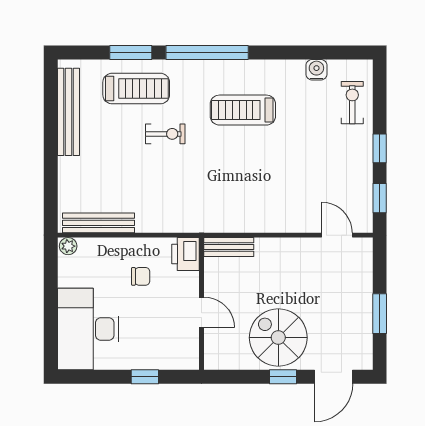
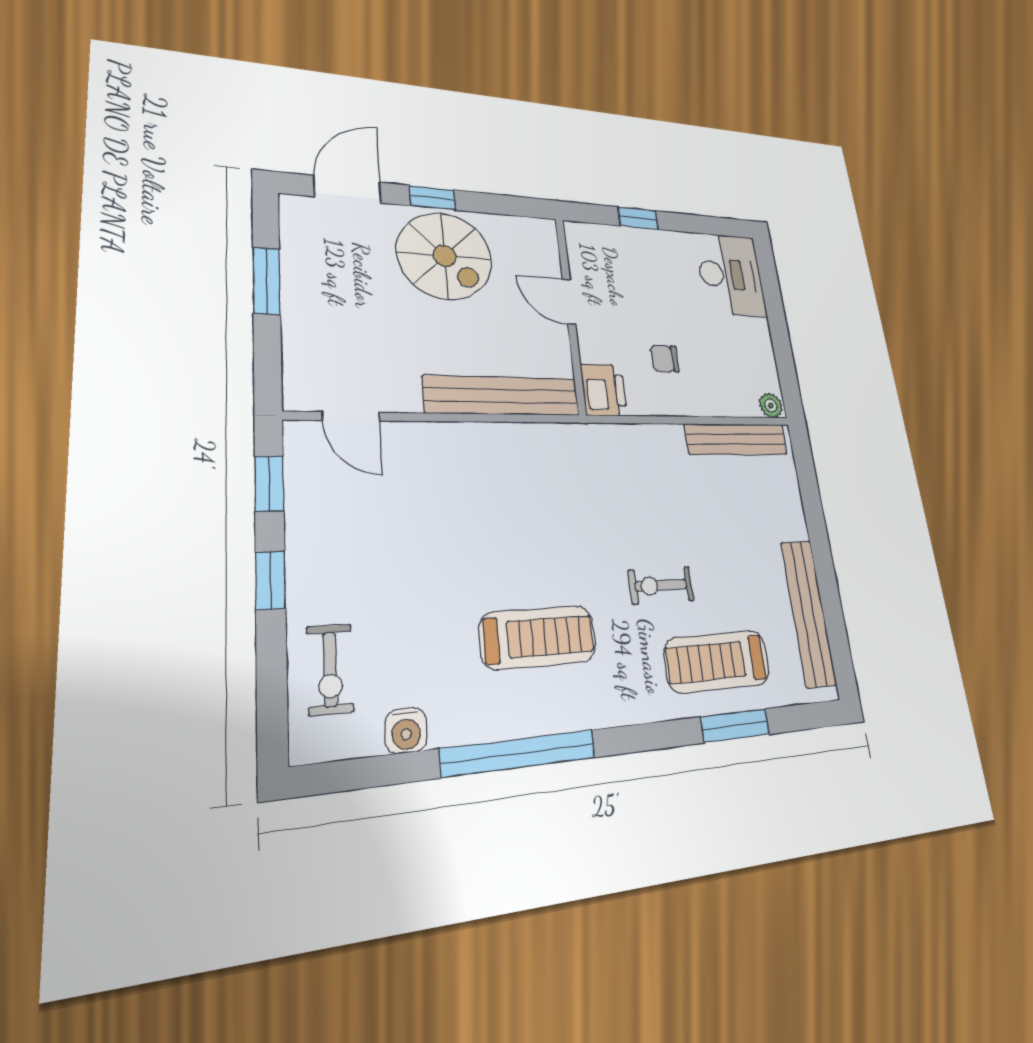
window: (207, 52) -> (519, 753), moved
bench: (229, 247) -> (502, 396), width x1.86, depth x1.21
desk: (88, 329) -> (730, 275), width x0.73, depth x0.77

